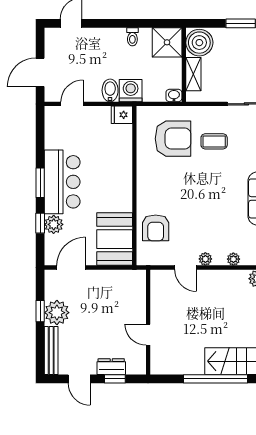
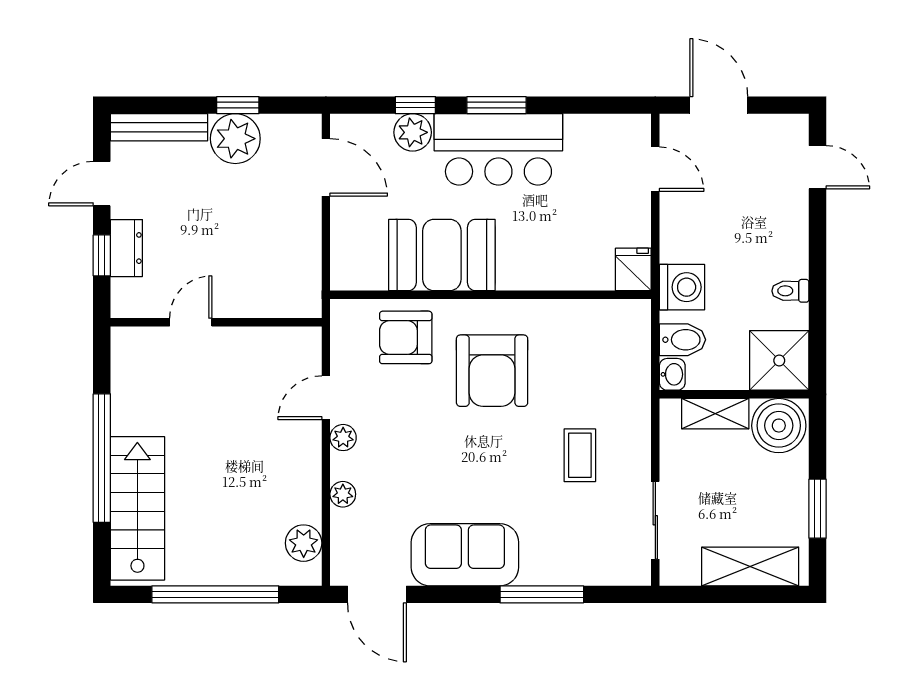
bidet: (110, 90) -> (682, 340), moved
armchair: (173, 139) -> (492, 371), moved
booth: (115, 239) -> (442, 255), moved

